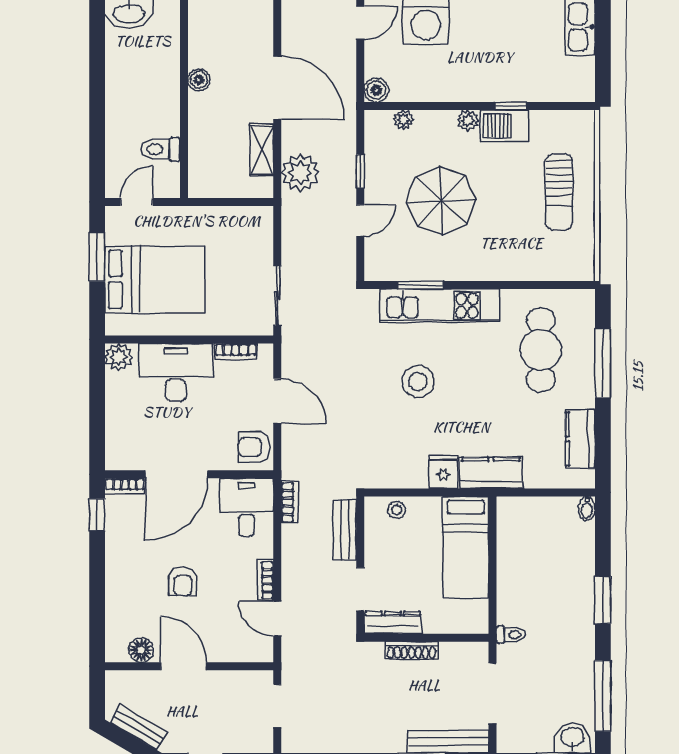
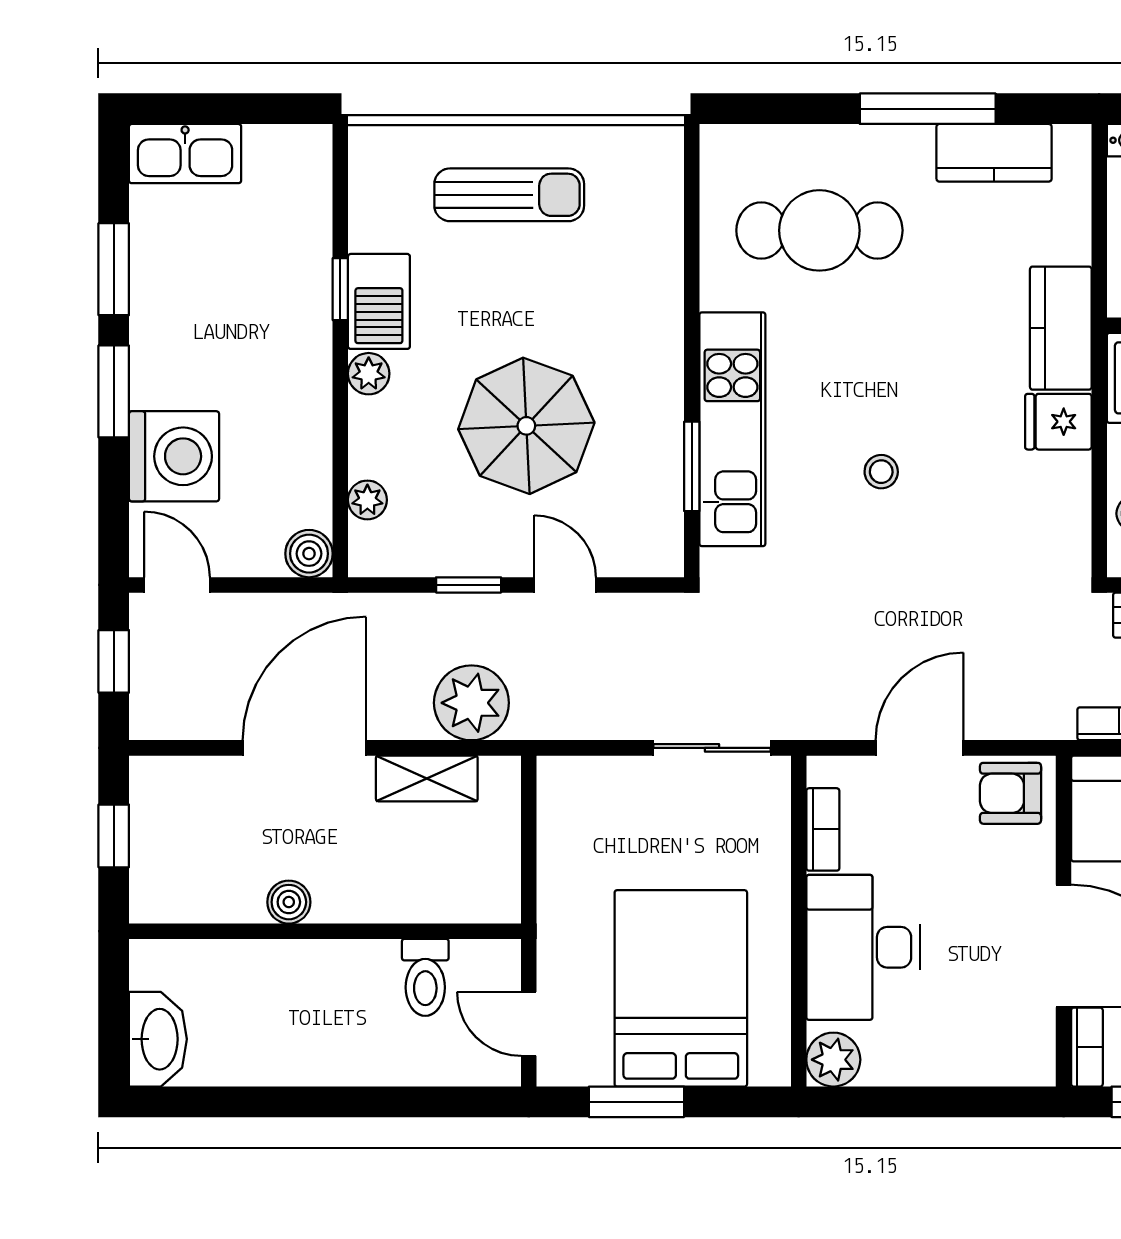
window: (603, 363) -> (928, 109), moved
stool: (418, 381) -> (881, 472), width x0.53, depth x0.53
armchair: (254, 447) -> (1010, 793), turned 90

